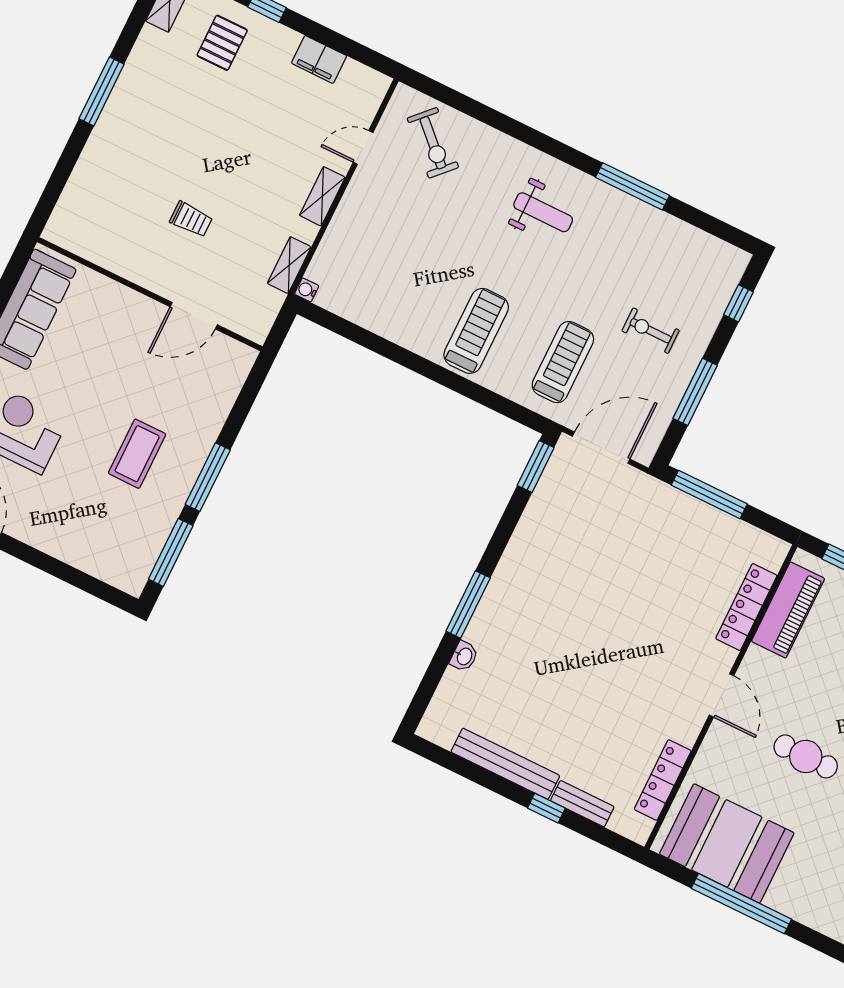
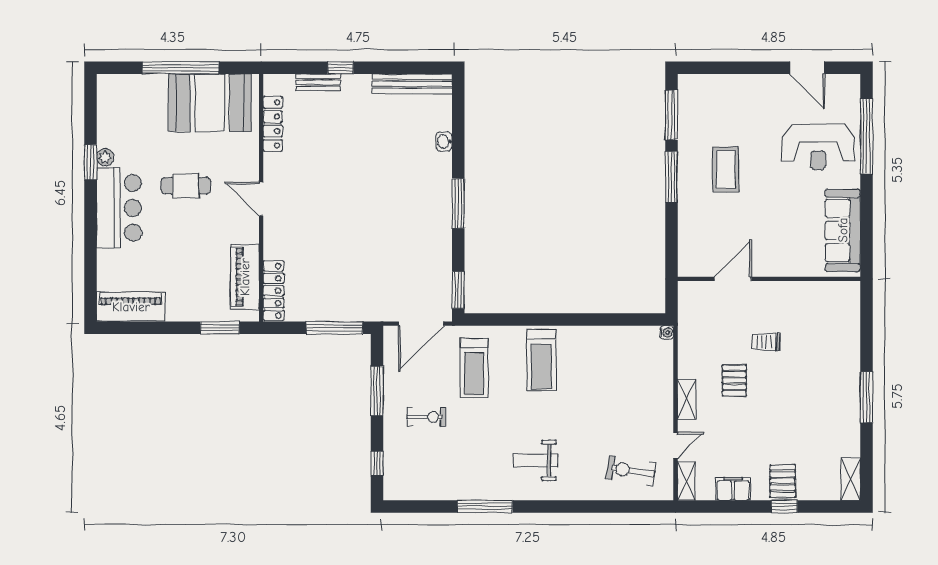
pallet: (222, 43) -> (783, 481), moved
exercise bike: (433, 143) -> (631, 471), turned -35
pallet: (253, 191) -> (734, 380), added
shelving: (289, 265) -> (686, 481), moved
window: (468, 604) -> (458, 203), moved
locker: (746, 607) -> (273, 291), moved
bench: (505, 764) -> (412, 84), moved

